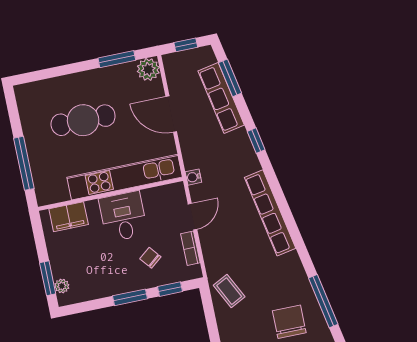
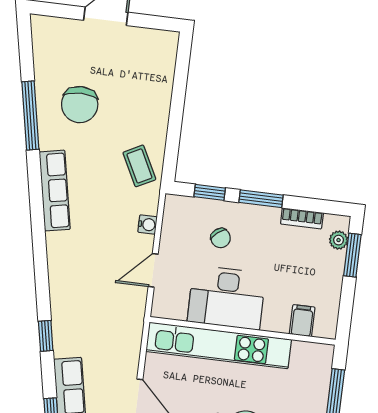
water cooler: (193, 177) -> (147, 225), moved
row of seats: (270, 213) -> (55, 191), moved, width x0.73
desk: (123, 216) -> (227, 298), width x1.37
filing cabinet: (69, 217) -> (302, 321), width x0.50
bookcase: (190, 248) -> (302, 218), moved, turned 90

